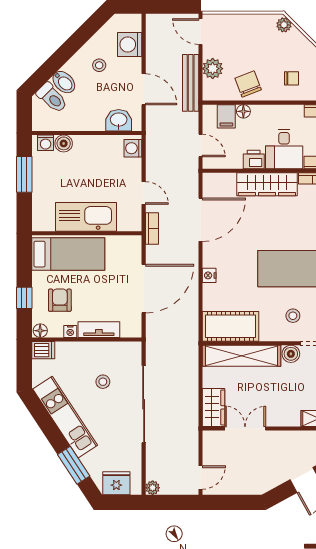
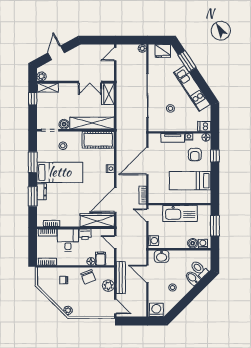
washing machine: (130, 44) -> (156, 310), moved, turned -90
wardrobe: (267, 184) -> (97, 220), moved
kitchen sink: (86, 217) -> (180, 213), moved
wall: (87, 233) -> (180, 204), moved

